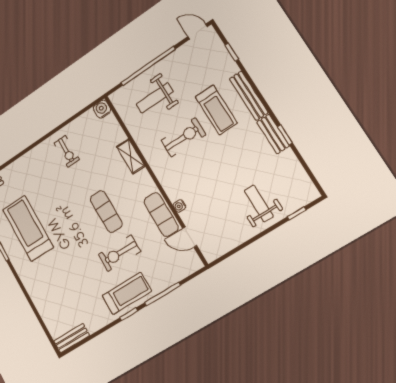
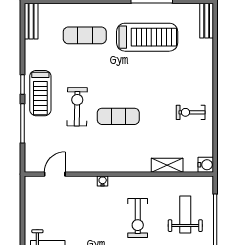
shelving: (131, 156) -> (167, 165), moved
water cooler: (179, 206) -> (103, 181), moved
exercise mat: (161, 215) -> (85, 35), moved

